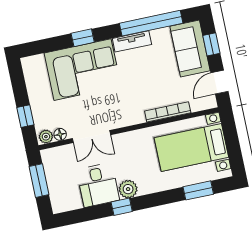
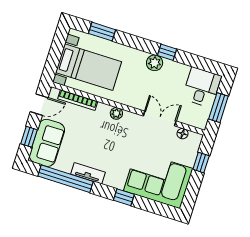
corner sofa: (83, 70) -> (158, 180), moved
bookcase: (168, 112) -> (78, 100), moved
plant: (46, 137) -> (116, 113), moved
desk: (98, 185) -> (202, 87), moved

